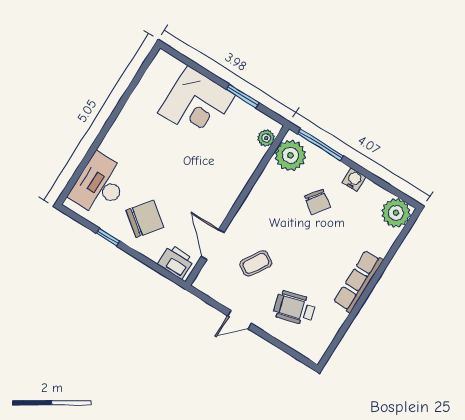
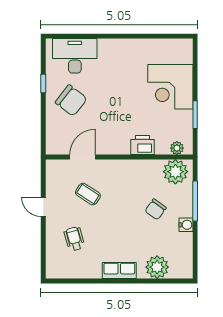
window: (320, 145) -> (195, 201), moved
plant: (396, 213) -> (157, 267), moved
printer: (176, 262) -> (143, 145), moved, turned -90
row of seats: (358, 281) -> (119, 271), width x0.68
wheelchair: (294, 308) -> (74, 239), width x0.73, depth x0.73

